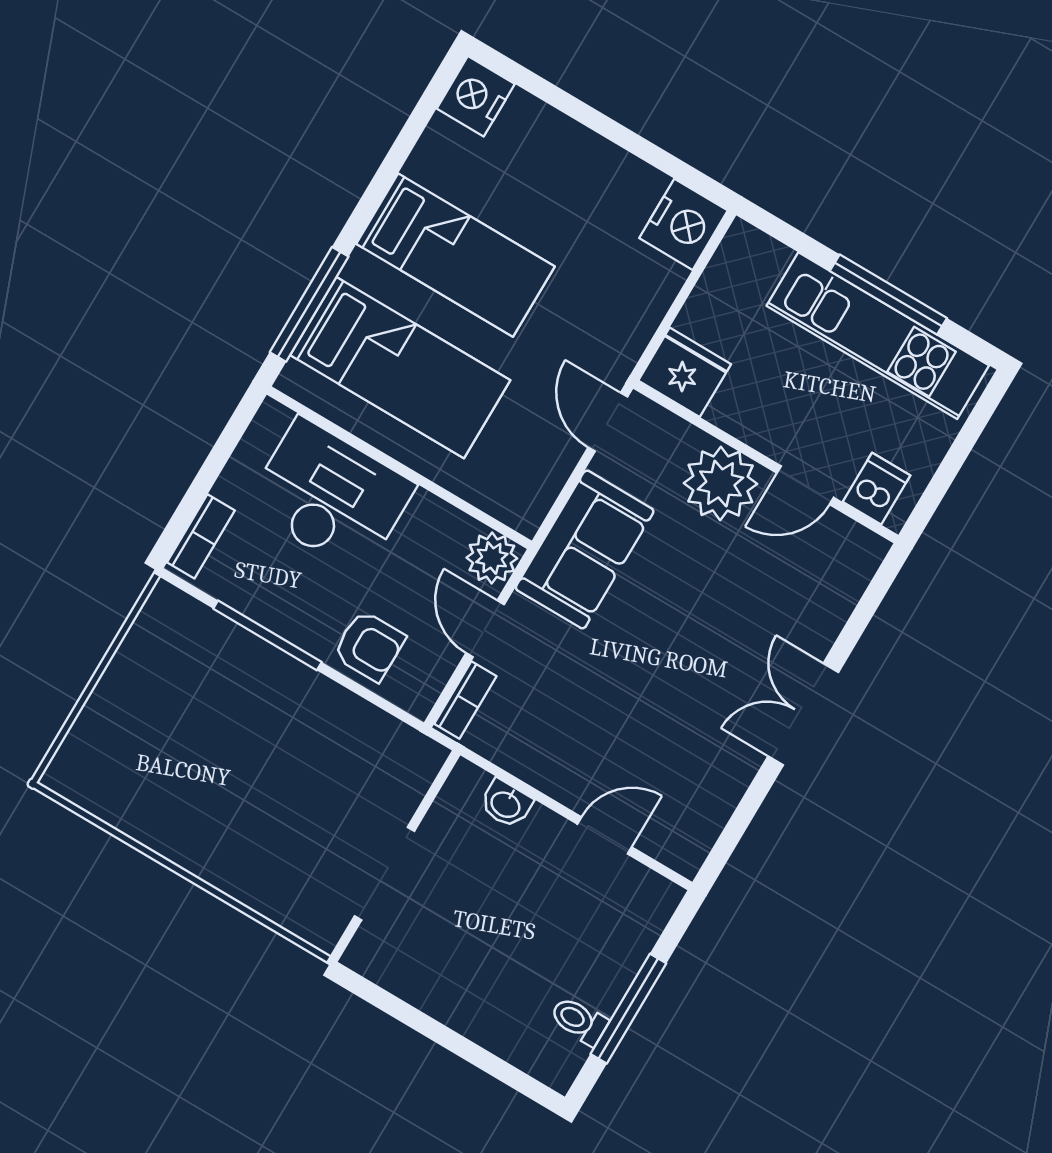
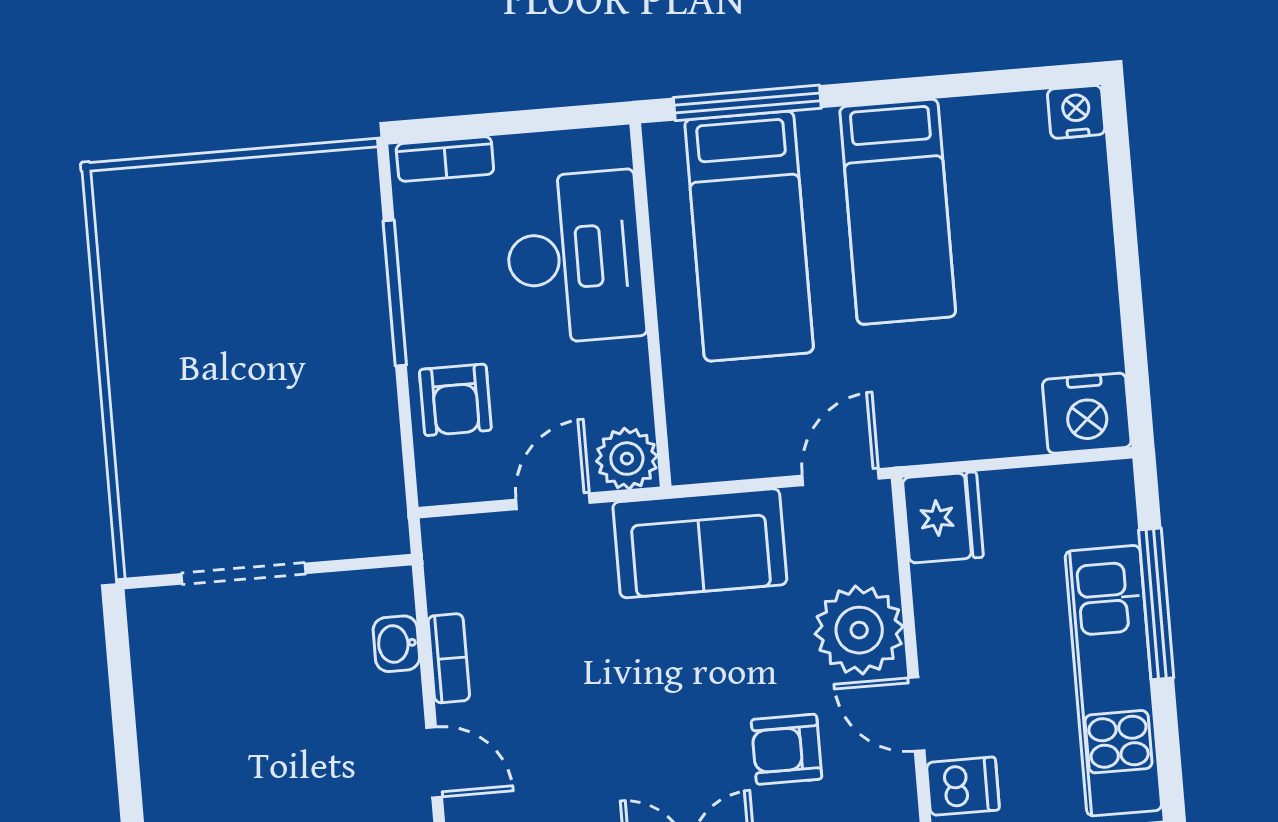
nightstand: (476, 96) -> (1076, 112), width x0.74, depth x0.75
window: (888, 294) -> (1156, 604), moved
armchair: (766, 590) -> (787, 749), added
bookcase: (465, 700) -> (449, 658), moved, turned -90

